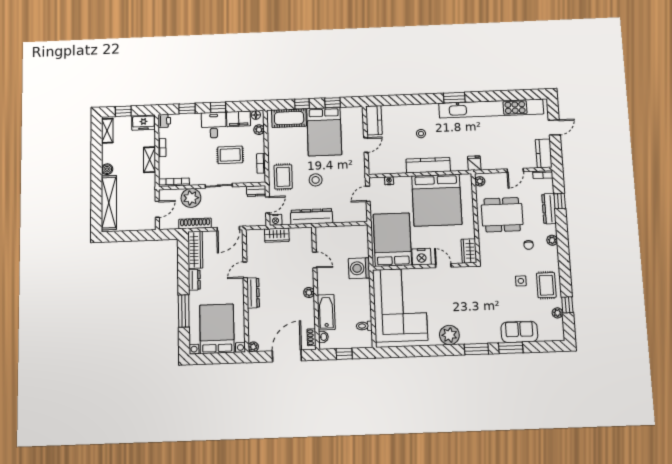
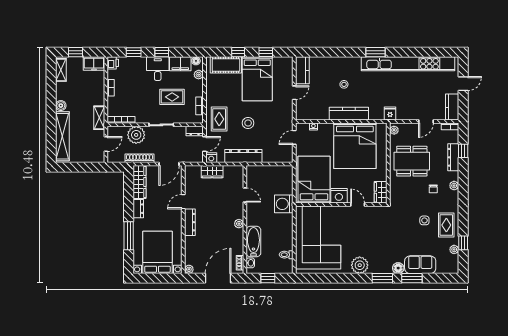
shelving: (150, 160) -> (99, 118), moved
floor lamp: (494, 337) -> (398, 268), added

